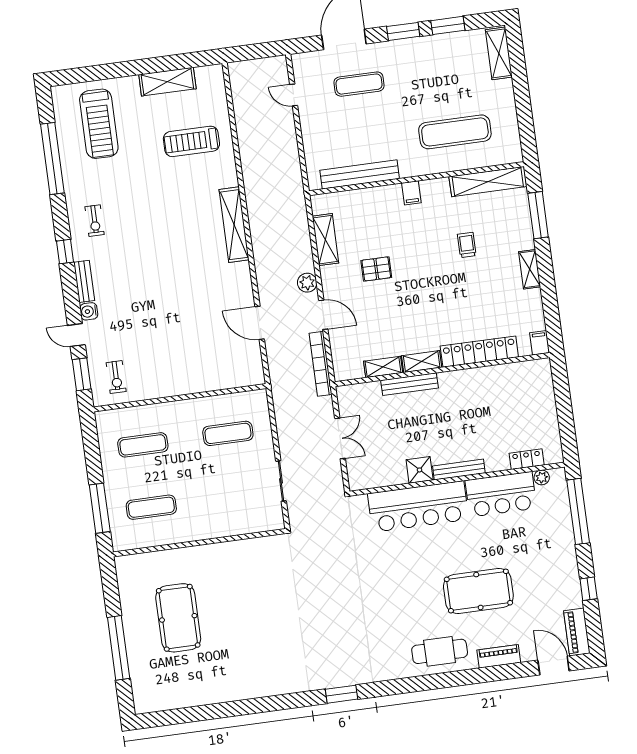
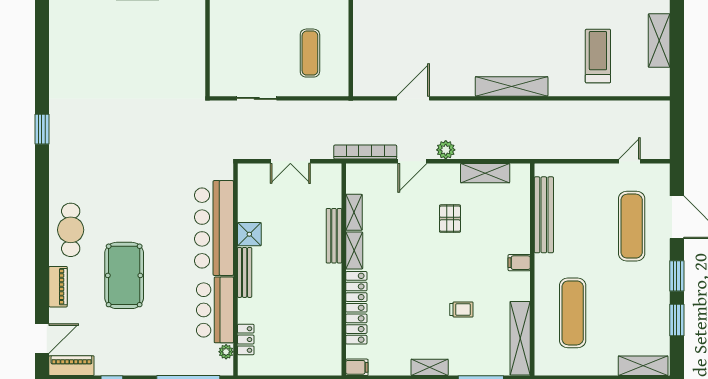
exercise mat: (359, 84) -> (632, 226), width x1.36, depth x1.45

